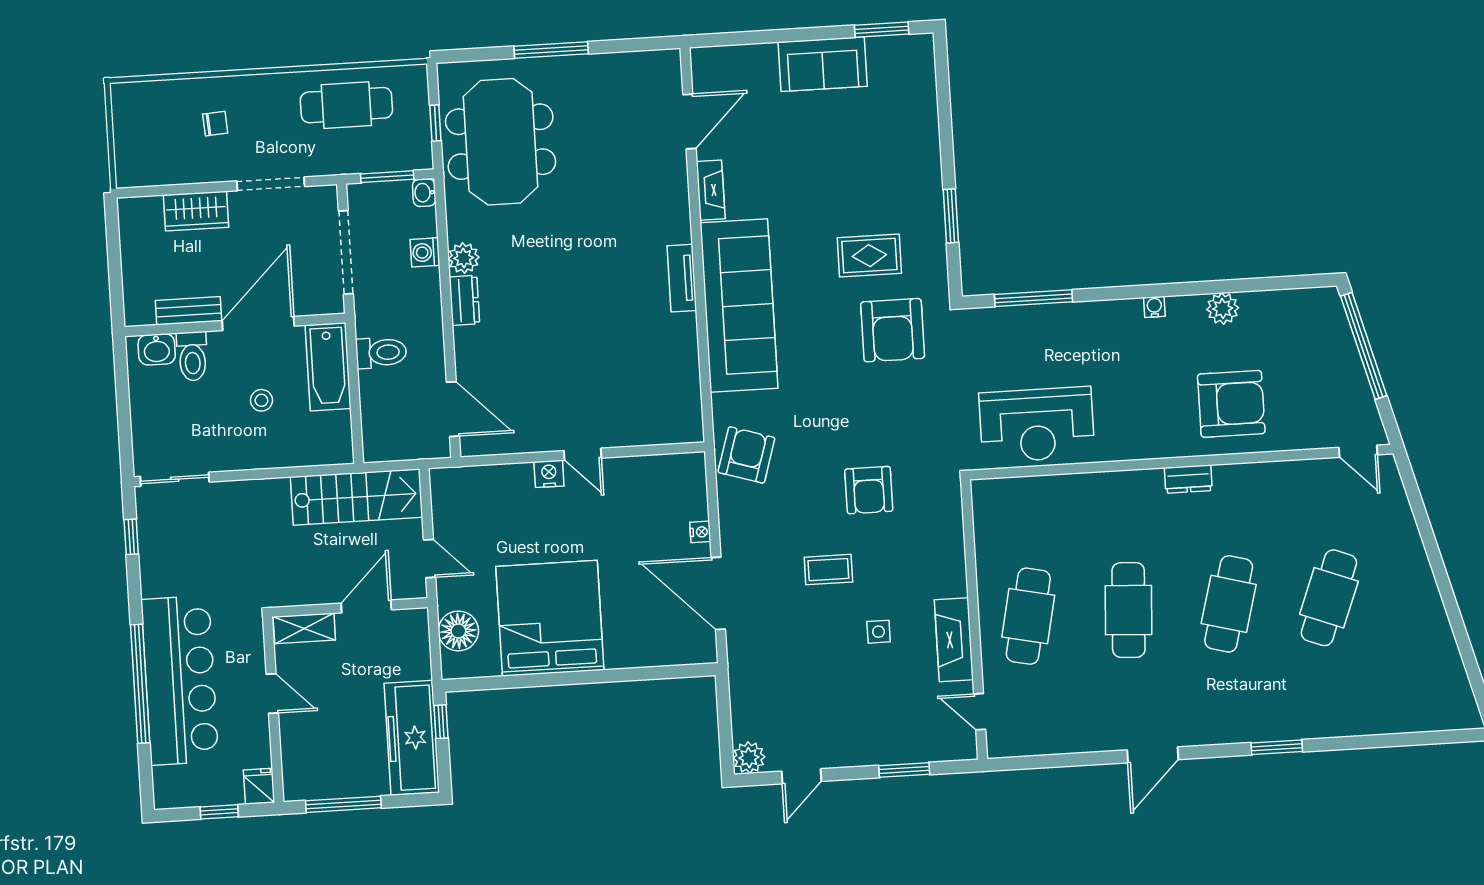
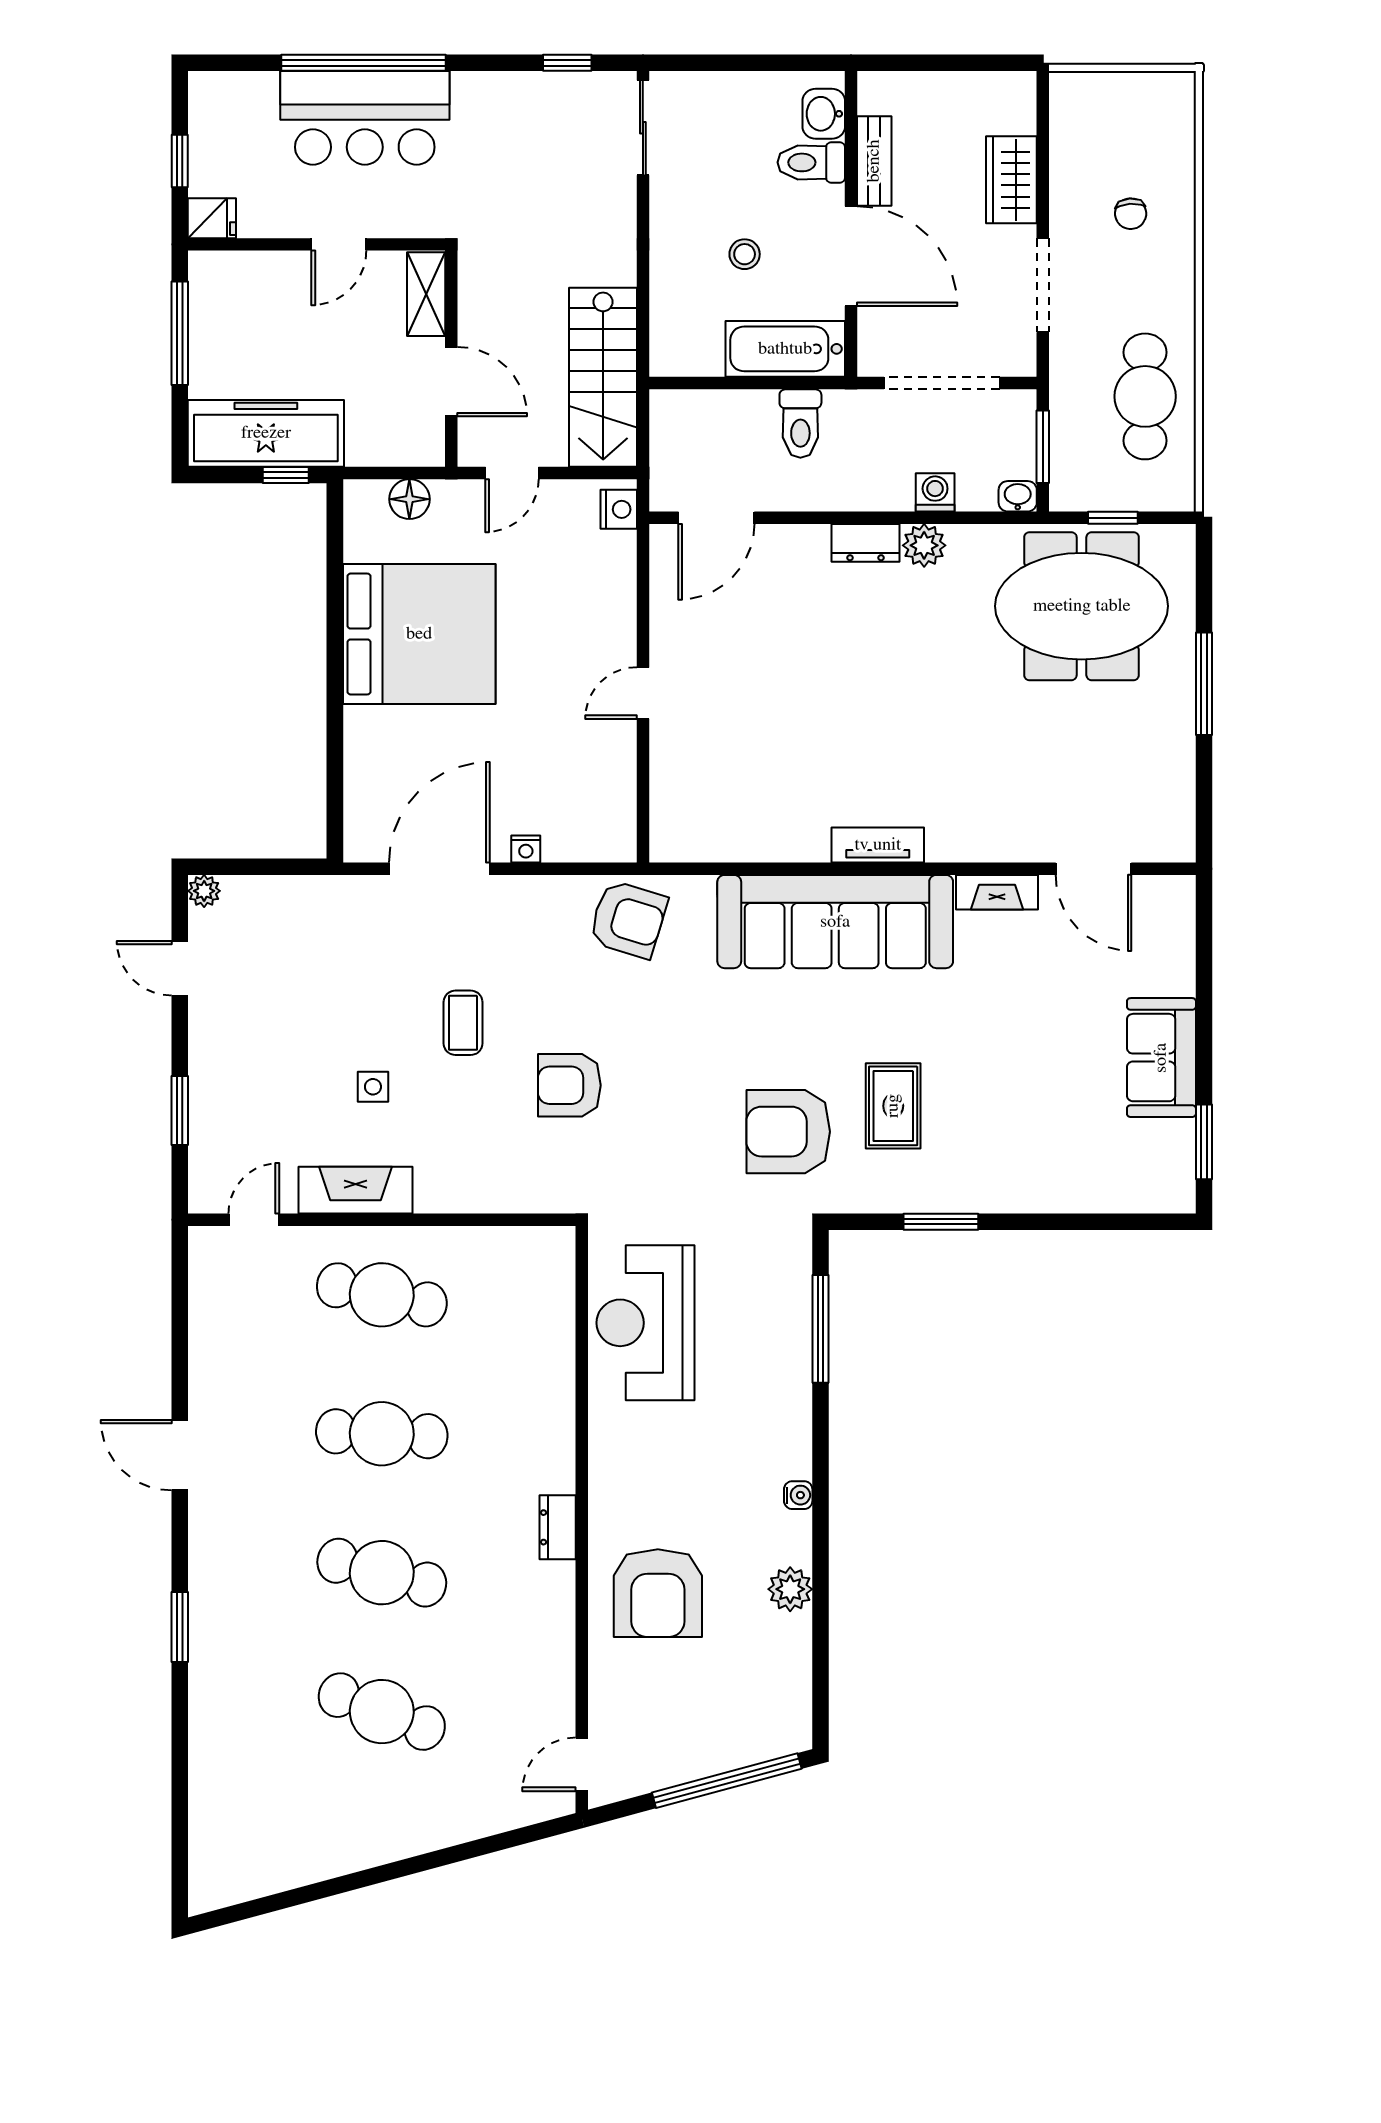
nightstand: (549, 474) -> (619, 509), moved
floor lamp: (458, 631) -> (409, 499), width x0.73, depth x0.73
bar counter: (180, 680) -> (365, 118), width x0.73
plant: (749, 758) -> (204, 891), width x0.73, depth x0.73

